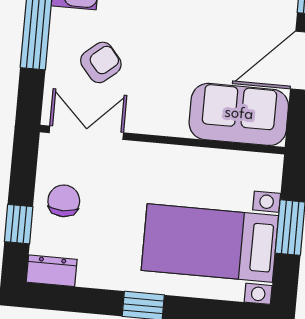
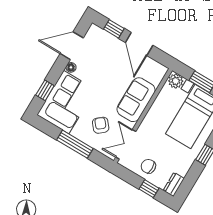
sofa: (239, 114) -> (136, 100), moved
plant: (266, 173) -> (176, 81), added

